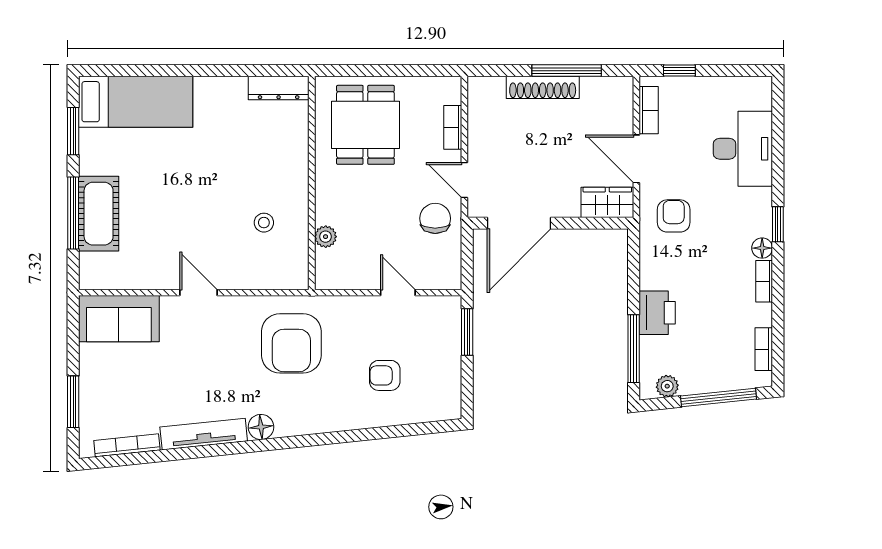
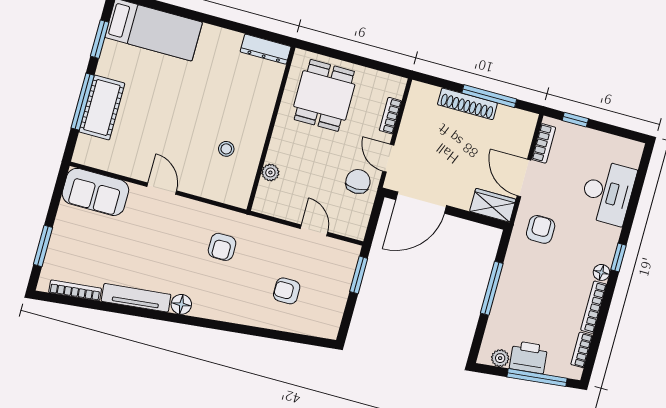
bookcase: (764, 281) -> (594, 307), width x1.56
printer: (657, 313) -> (529, 357), moved, turned -96
armchair: (291, 343) -> (222, 247), width x0.53, depth x0.53
window: (634, 349) -> (492, 288), moved

